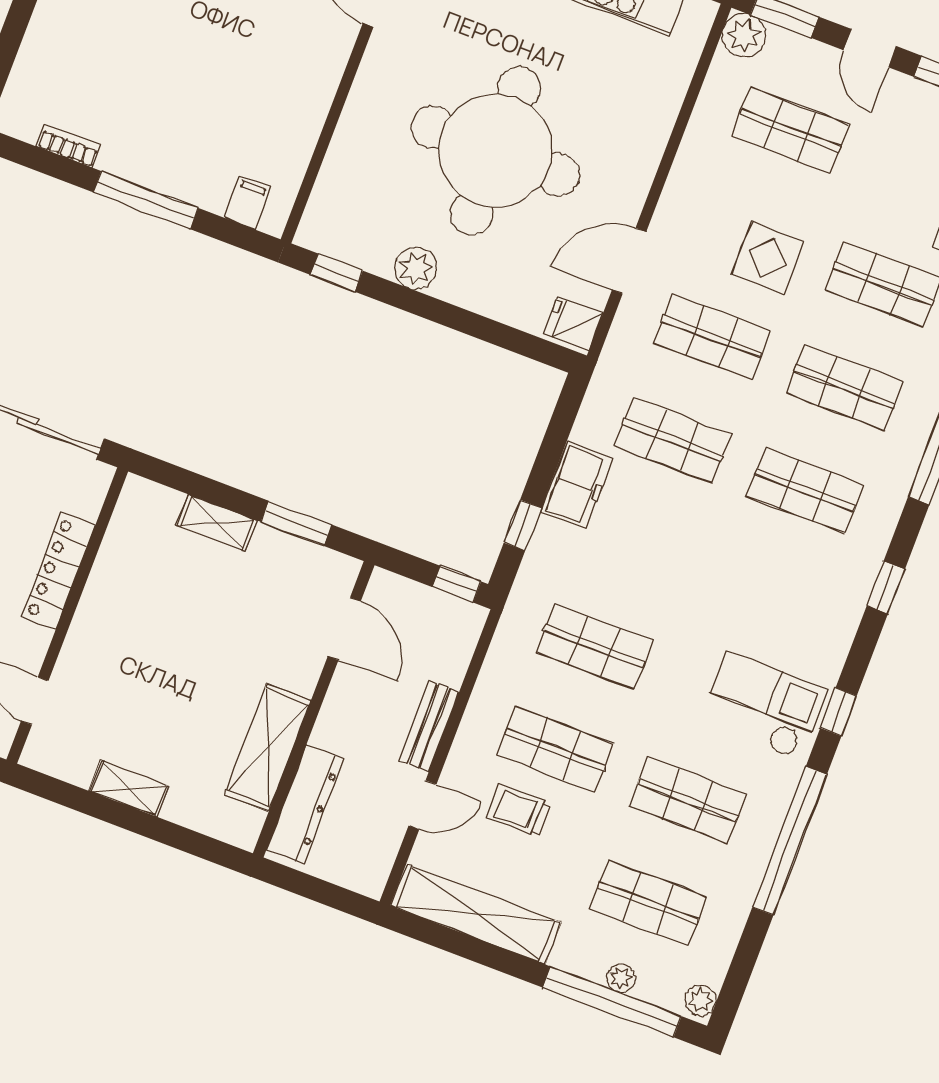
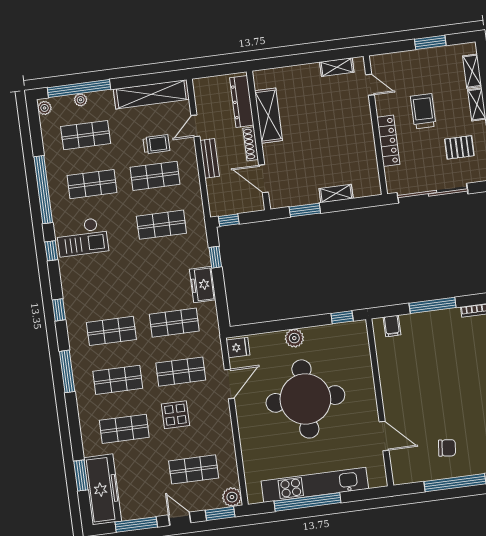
plant: (416, 268) -> (294, 338), moved
shoe rack: (333, 711) -> (251, 144), added
shelving: (129, 789) -> (337, 67), moved

